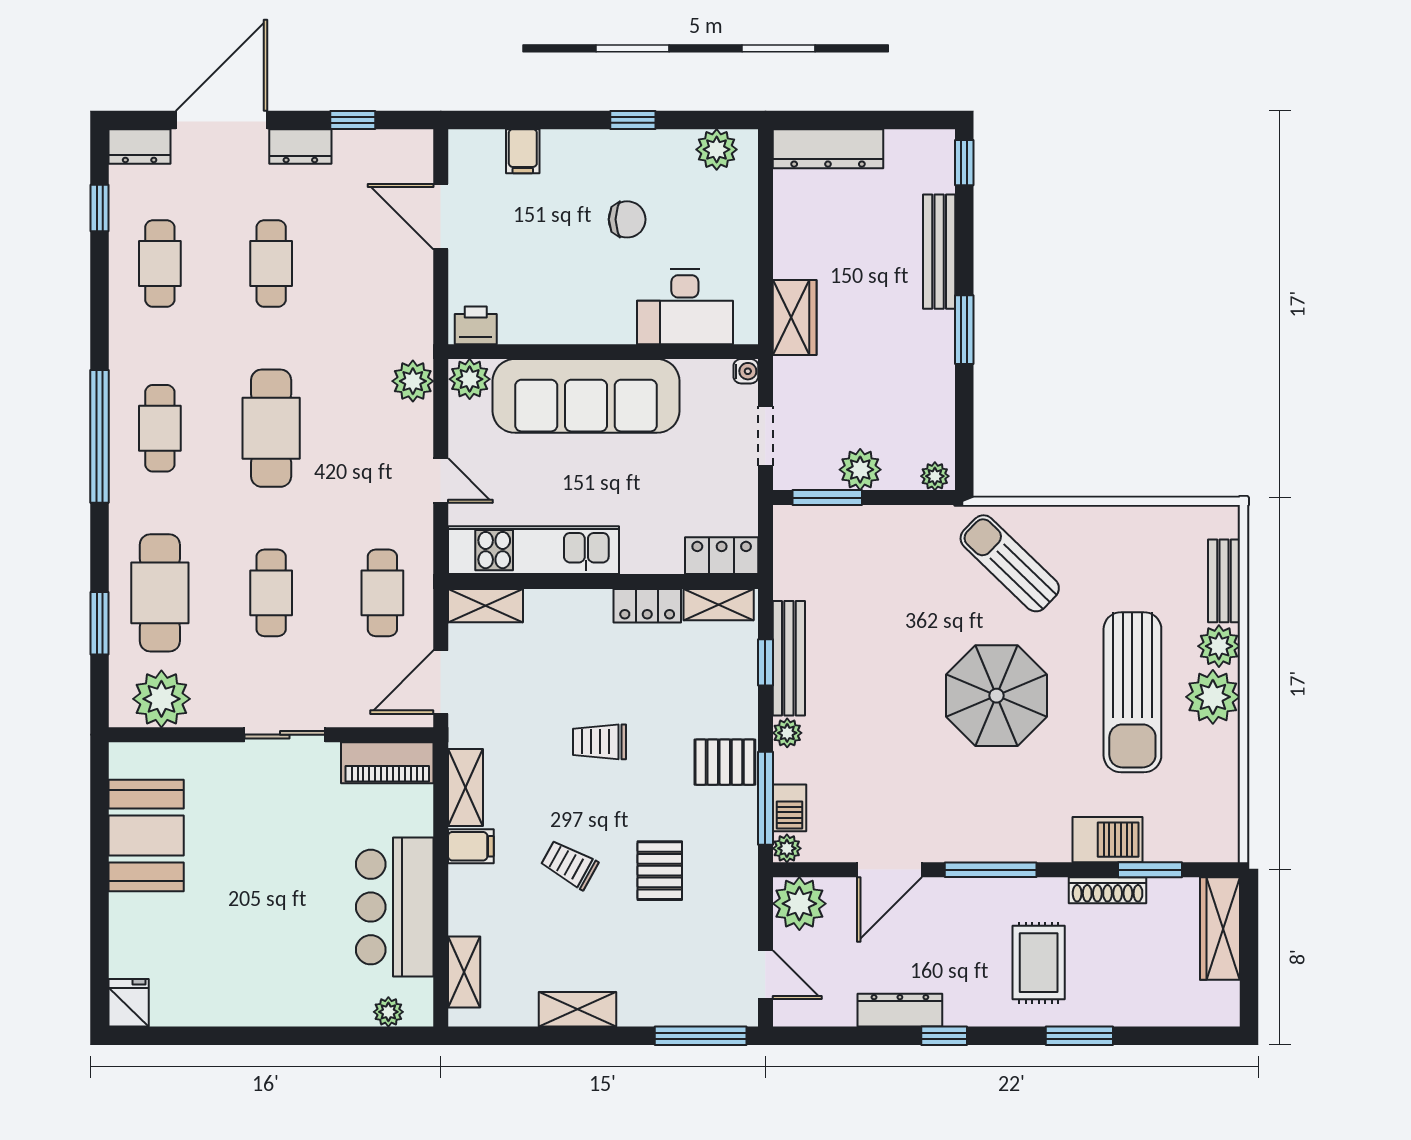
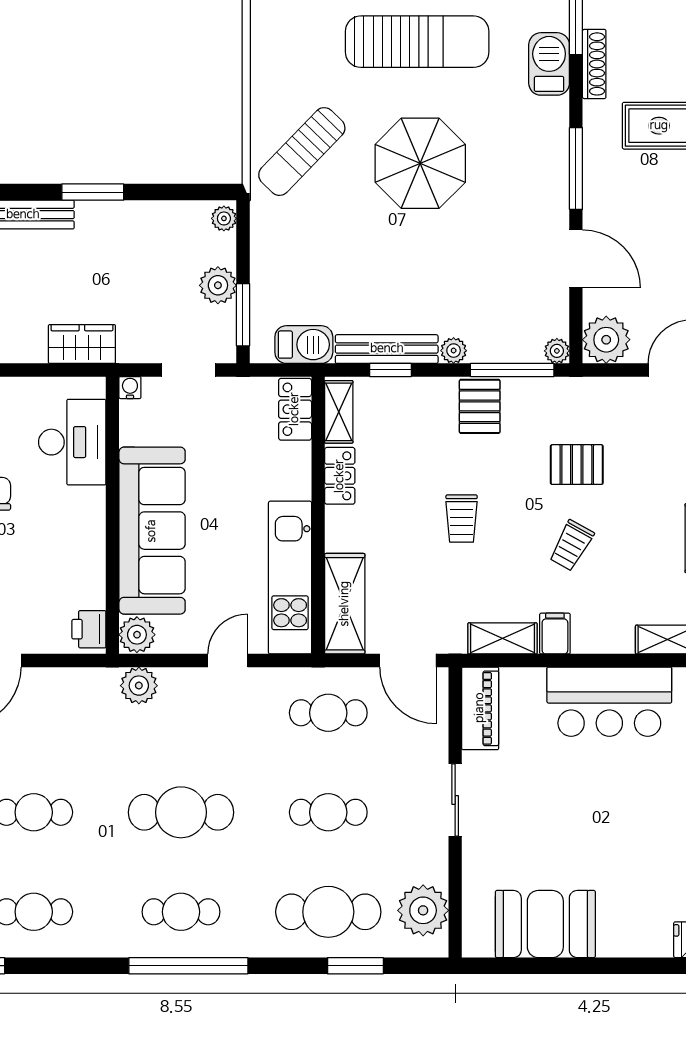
shelving: (485, 606) -> (345, 604), width x1.50, depth x1.33
barbecue: (789, 808) -> (304, 345), moved, width x1.38, depth x1.27

